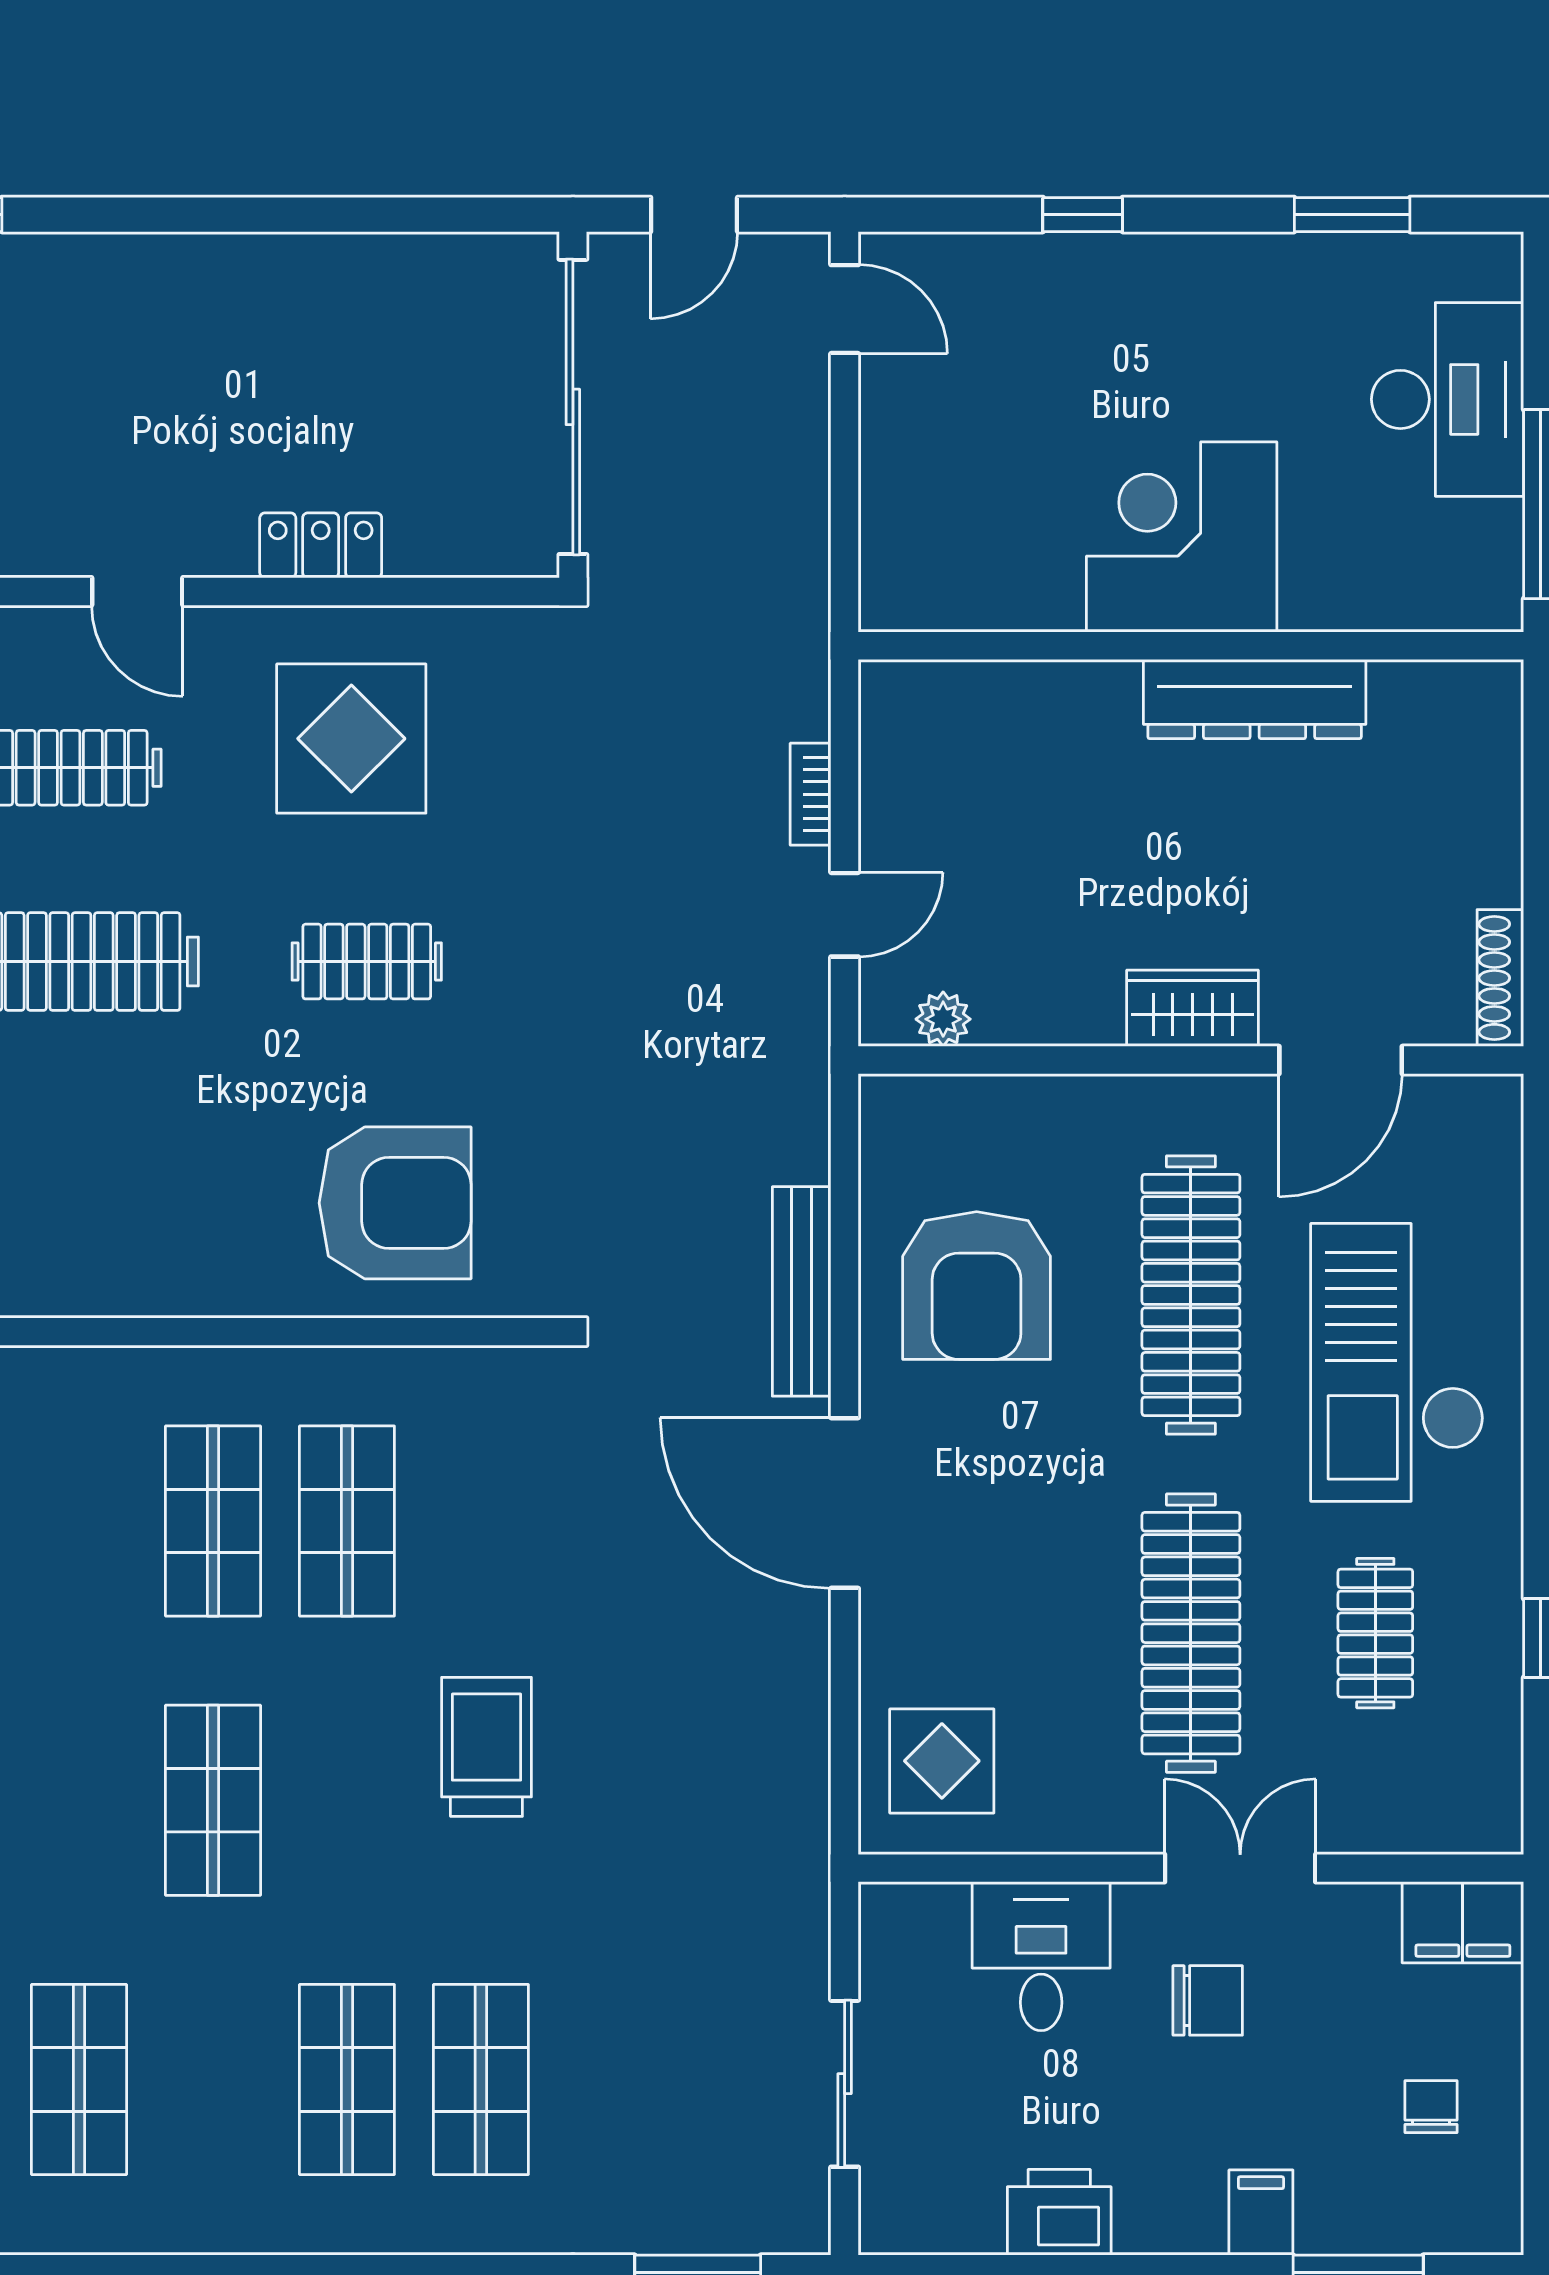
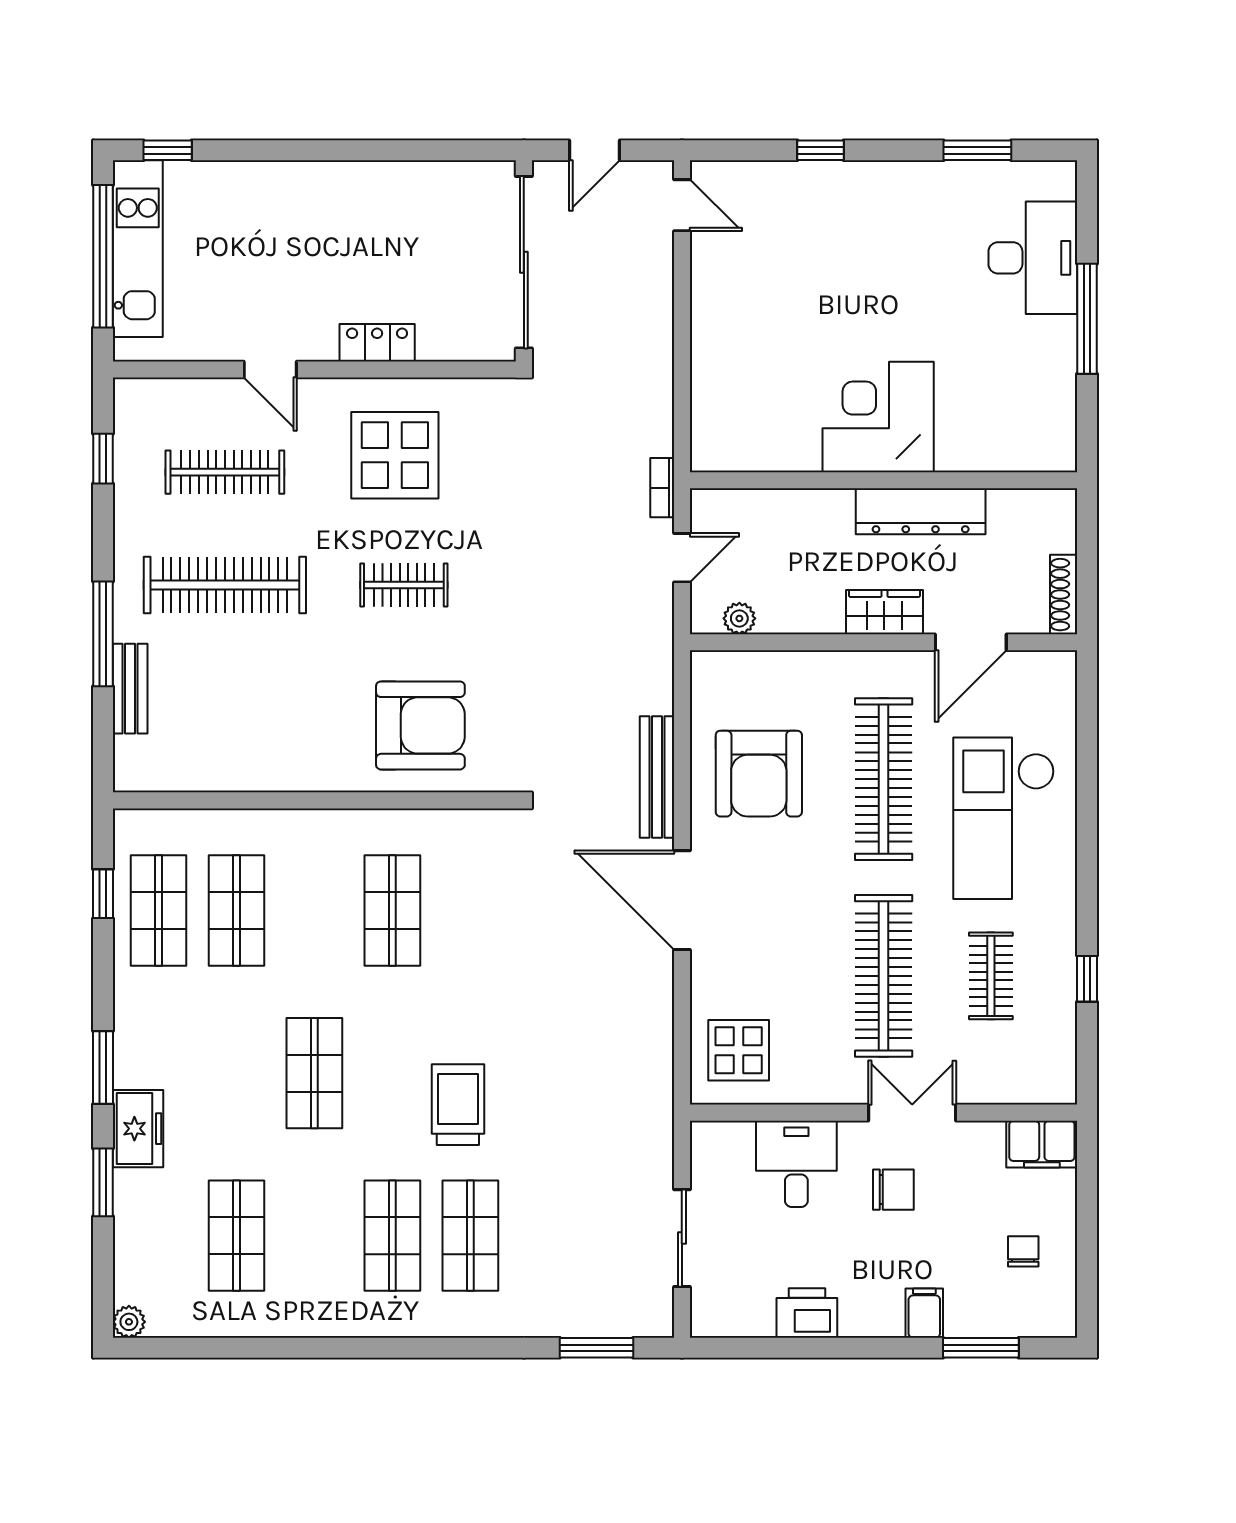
corner desk: (1182, 537) -> (878, 417), moved
wall: (1191, 646) -> (884, 480), moved
dresser: (1255, 699) -> (921, 511), moved
shop shelf: (213, 1521) -> (236, 911), moved
trolley: (486, 1747) -> (458, 1105), moved

